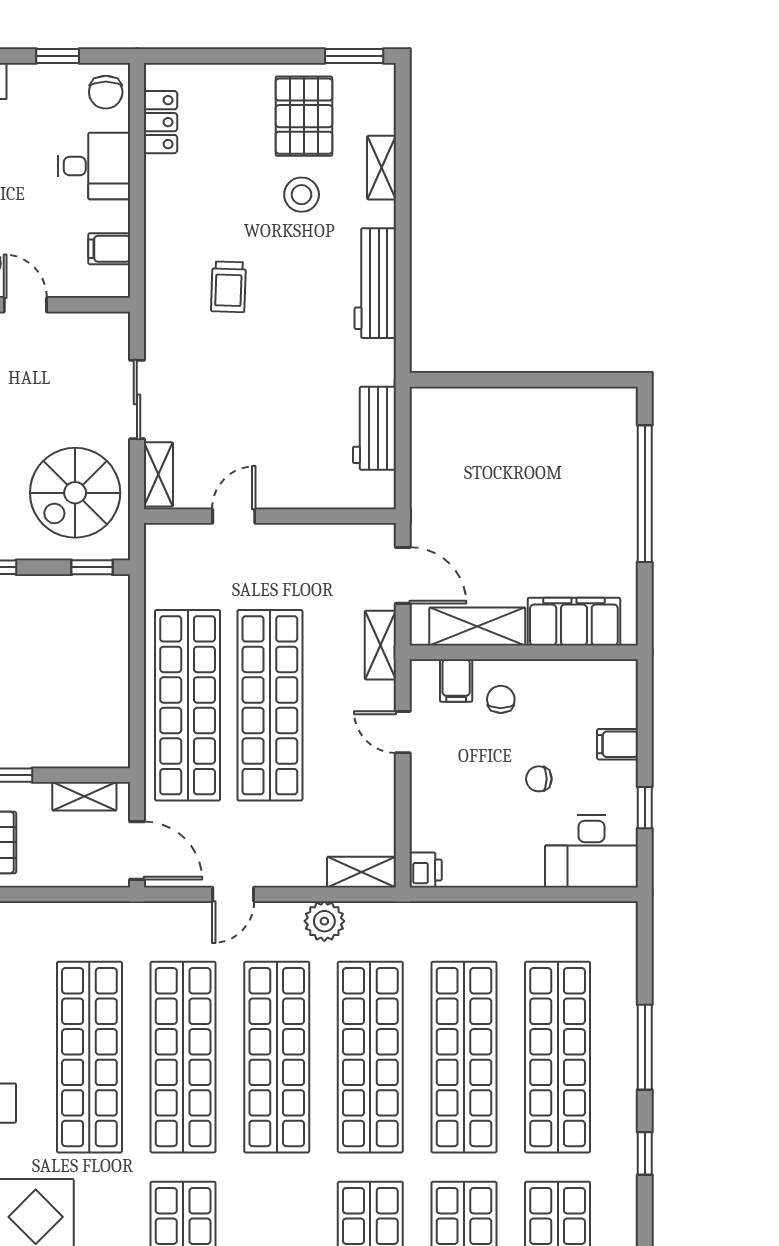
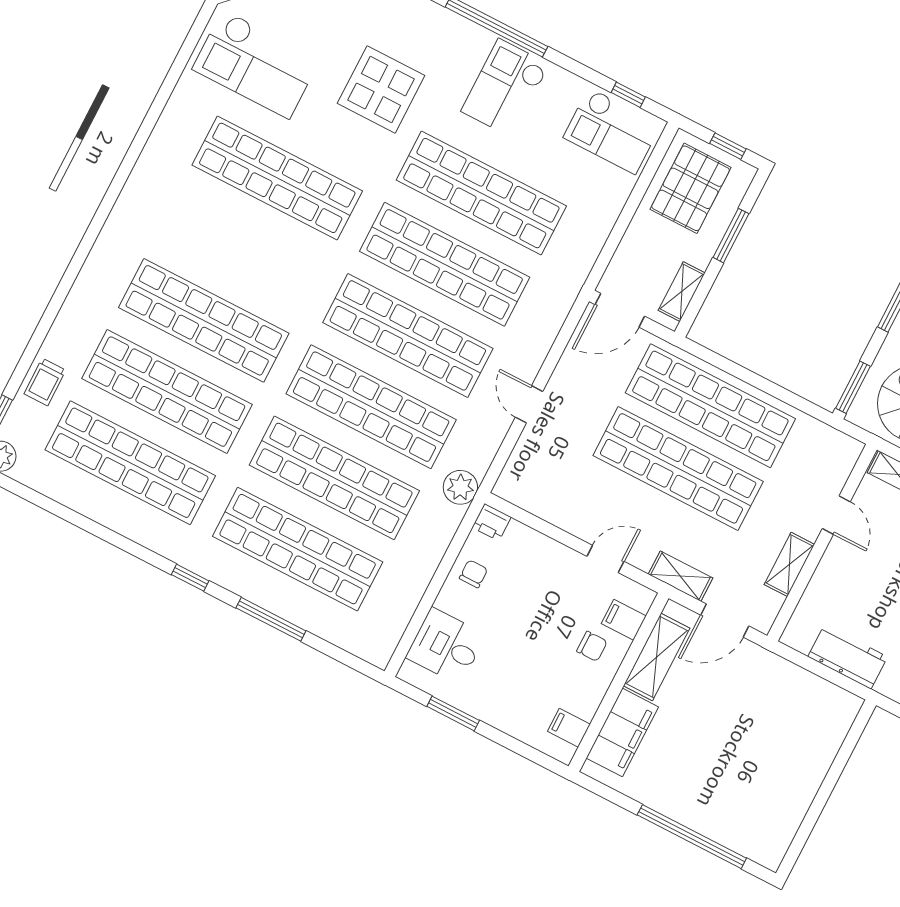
window: (92, 567) -> (853, 387), width x1.50
filing cabinet: (618, 744) -> (569, 728), moved, turned -90
chair: (539, 779) -> (473, 574), moved
window: (645, 808) -> (453, 713), width x1.50
desk: (591, 851) -> (446, 646), width x0.73
shelving: (362, 872) -> (789, 564), moved
door: (233, 894) -> (529, 404), moved
plant: (324, 921) -> (460, 487), moved

